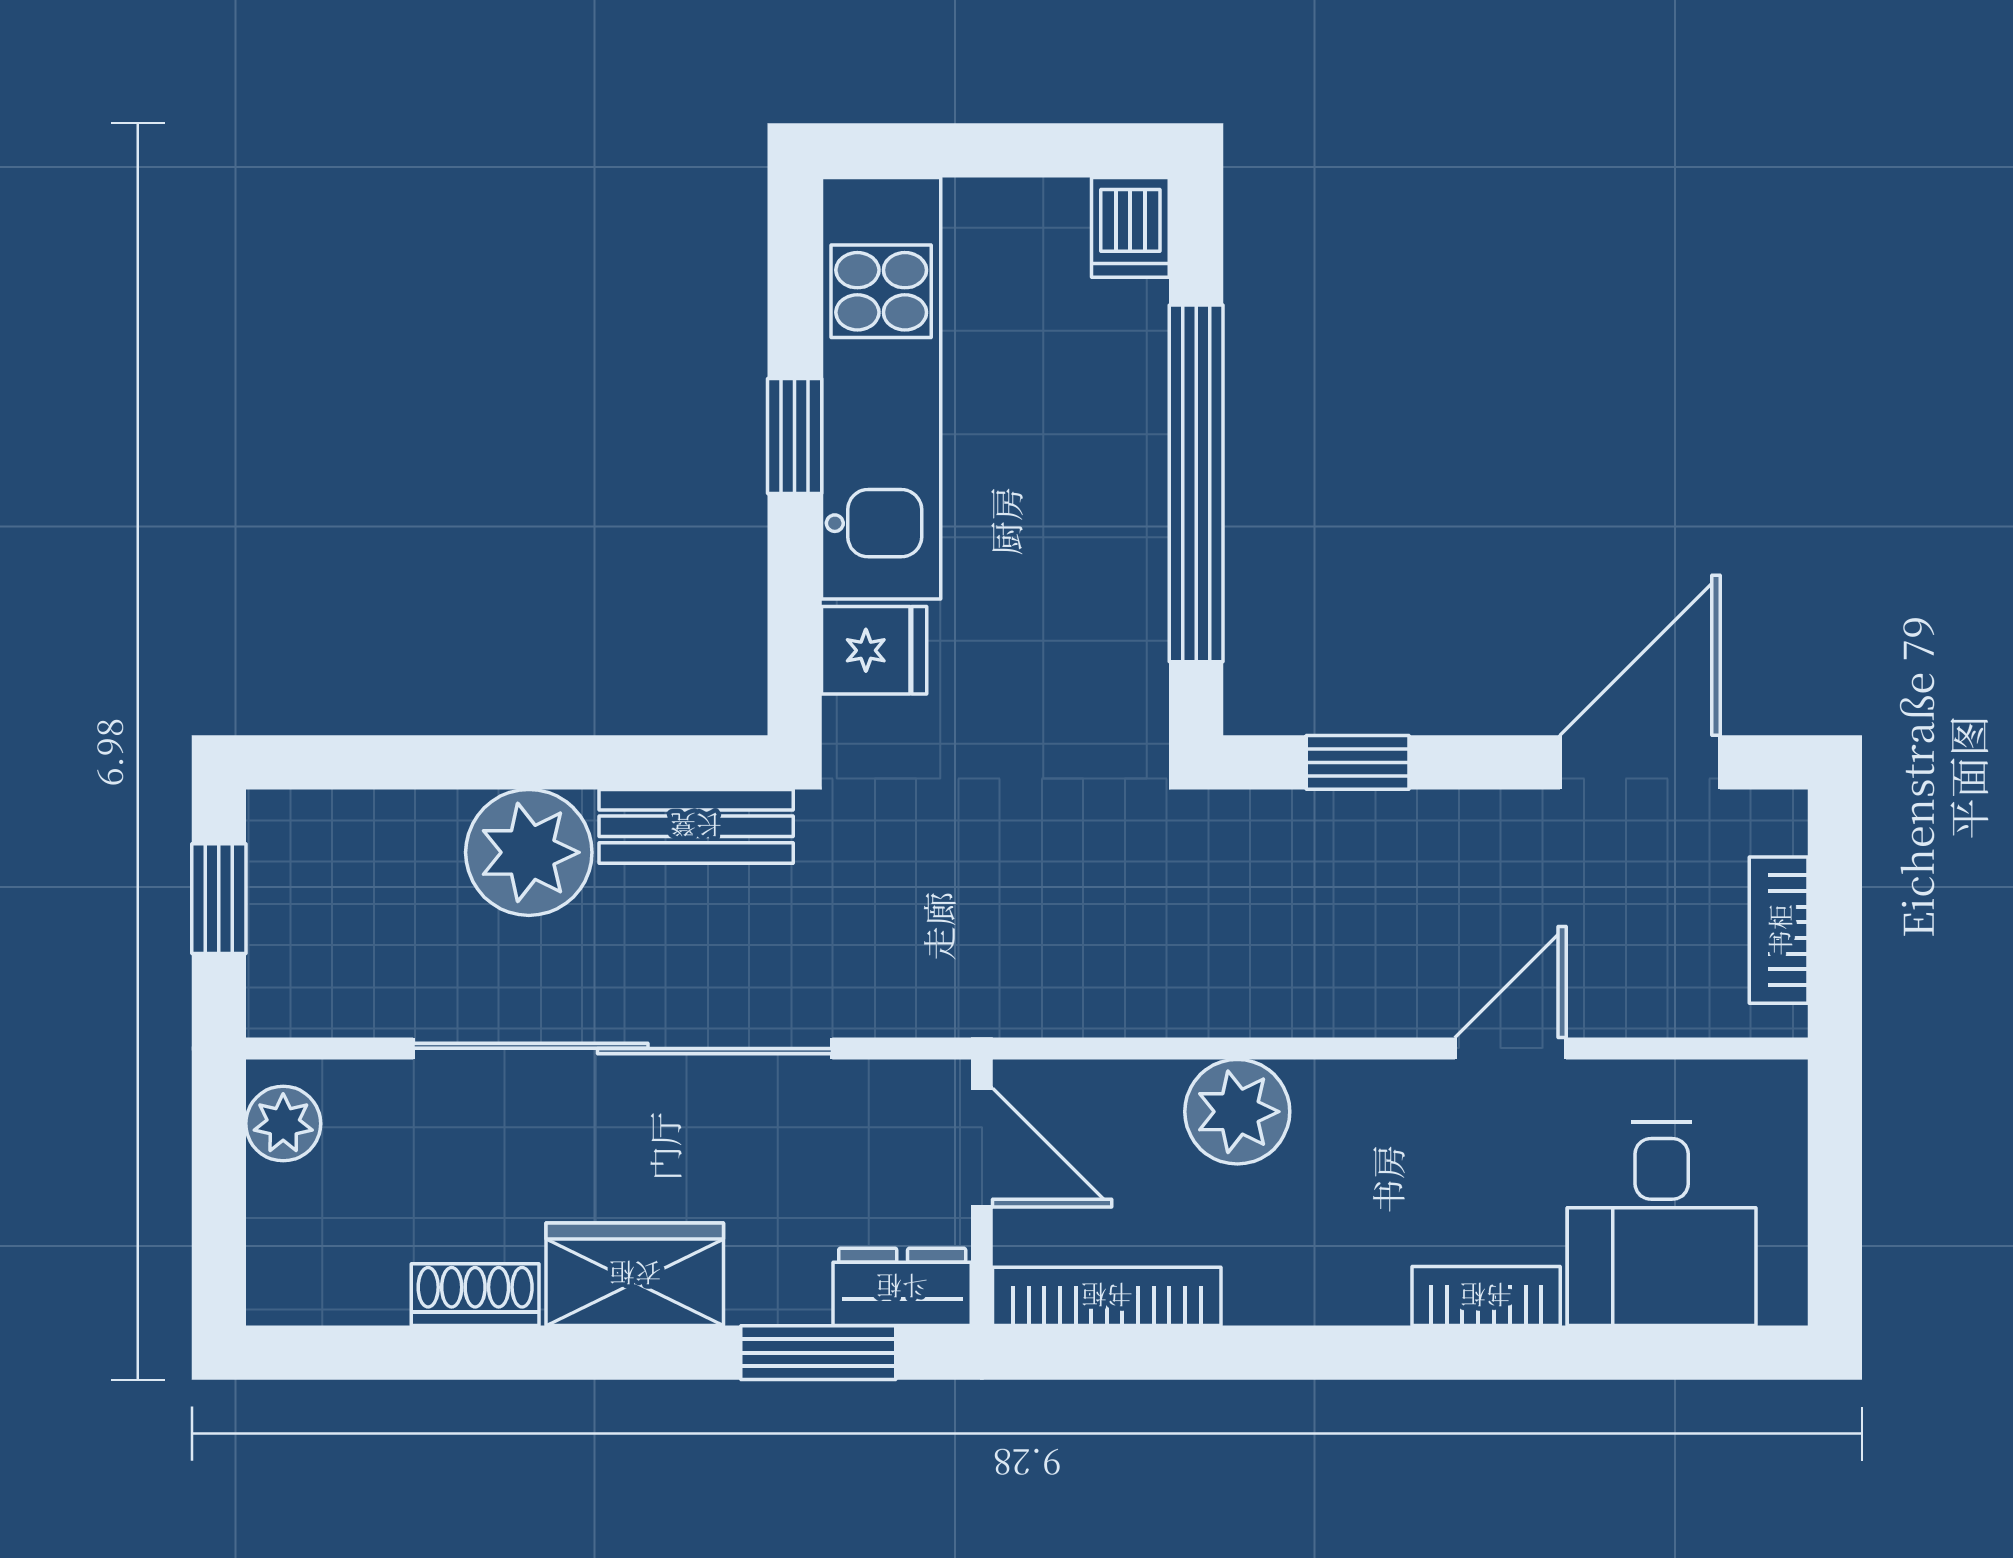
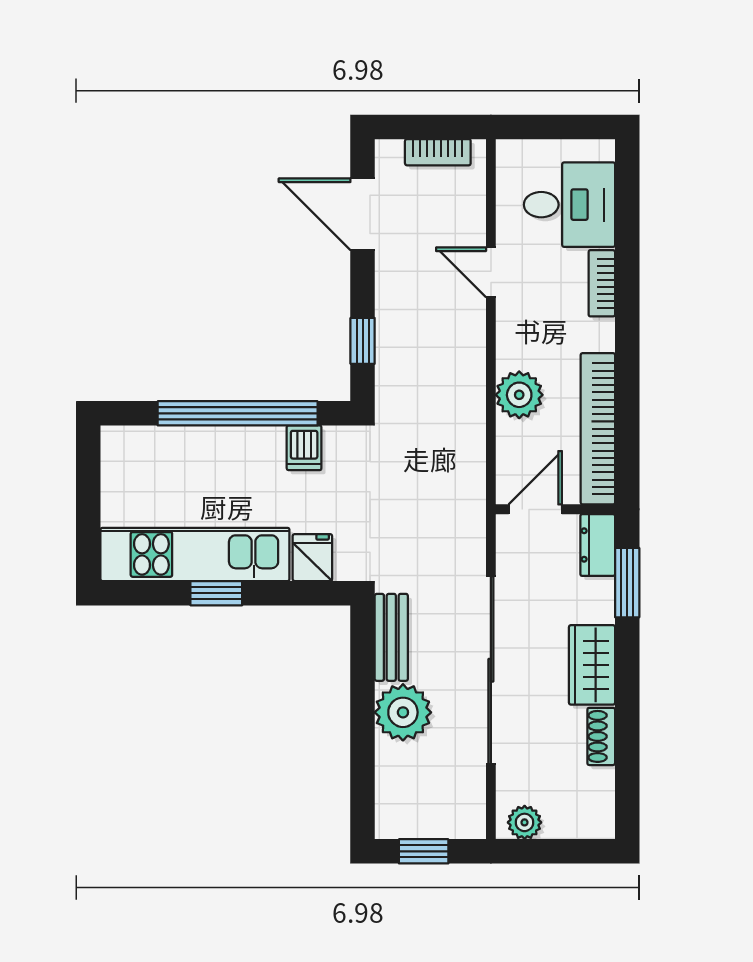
dishwasher: (1130, 227) -> (304, 448), moved, turned 90
bookcase: (1107, 1296) -> (598, 429), width x1.48, depth x1.31

